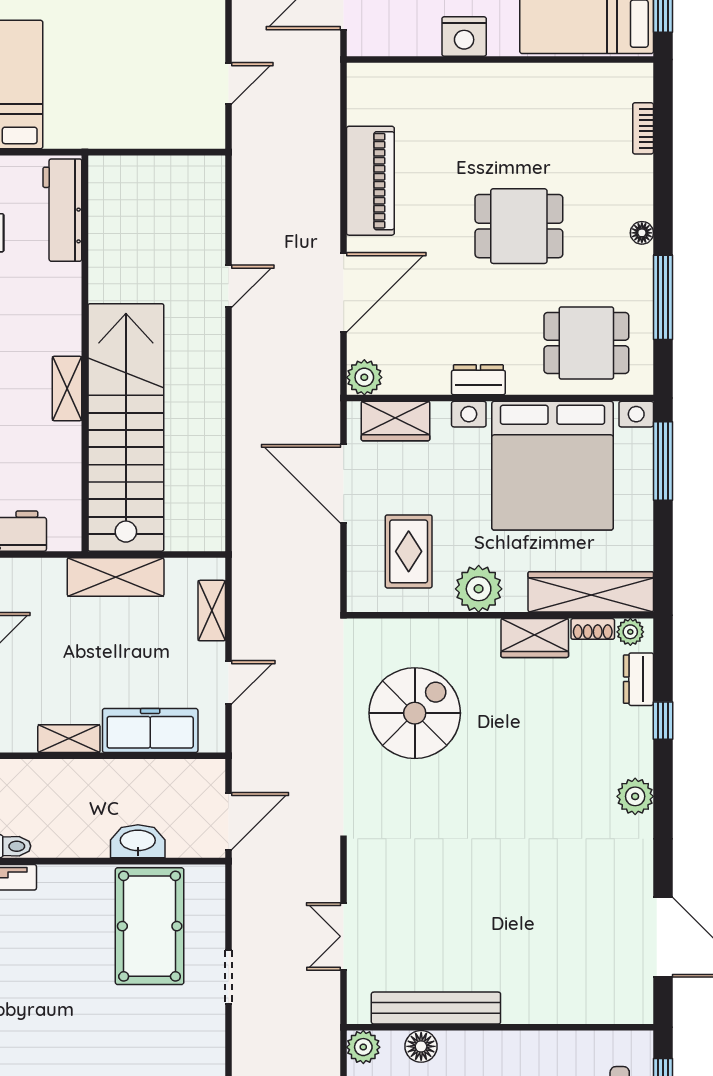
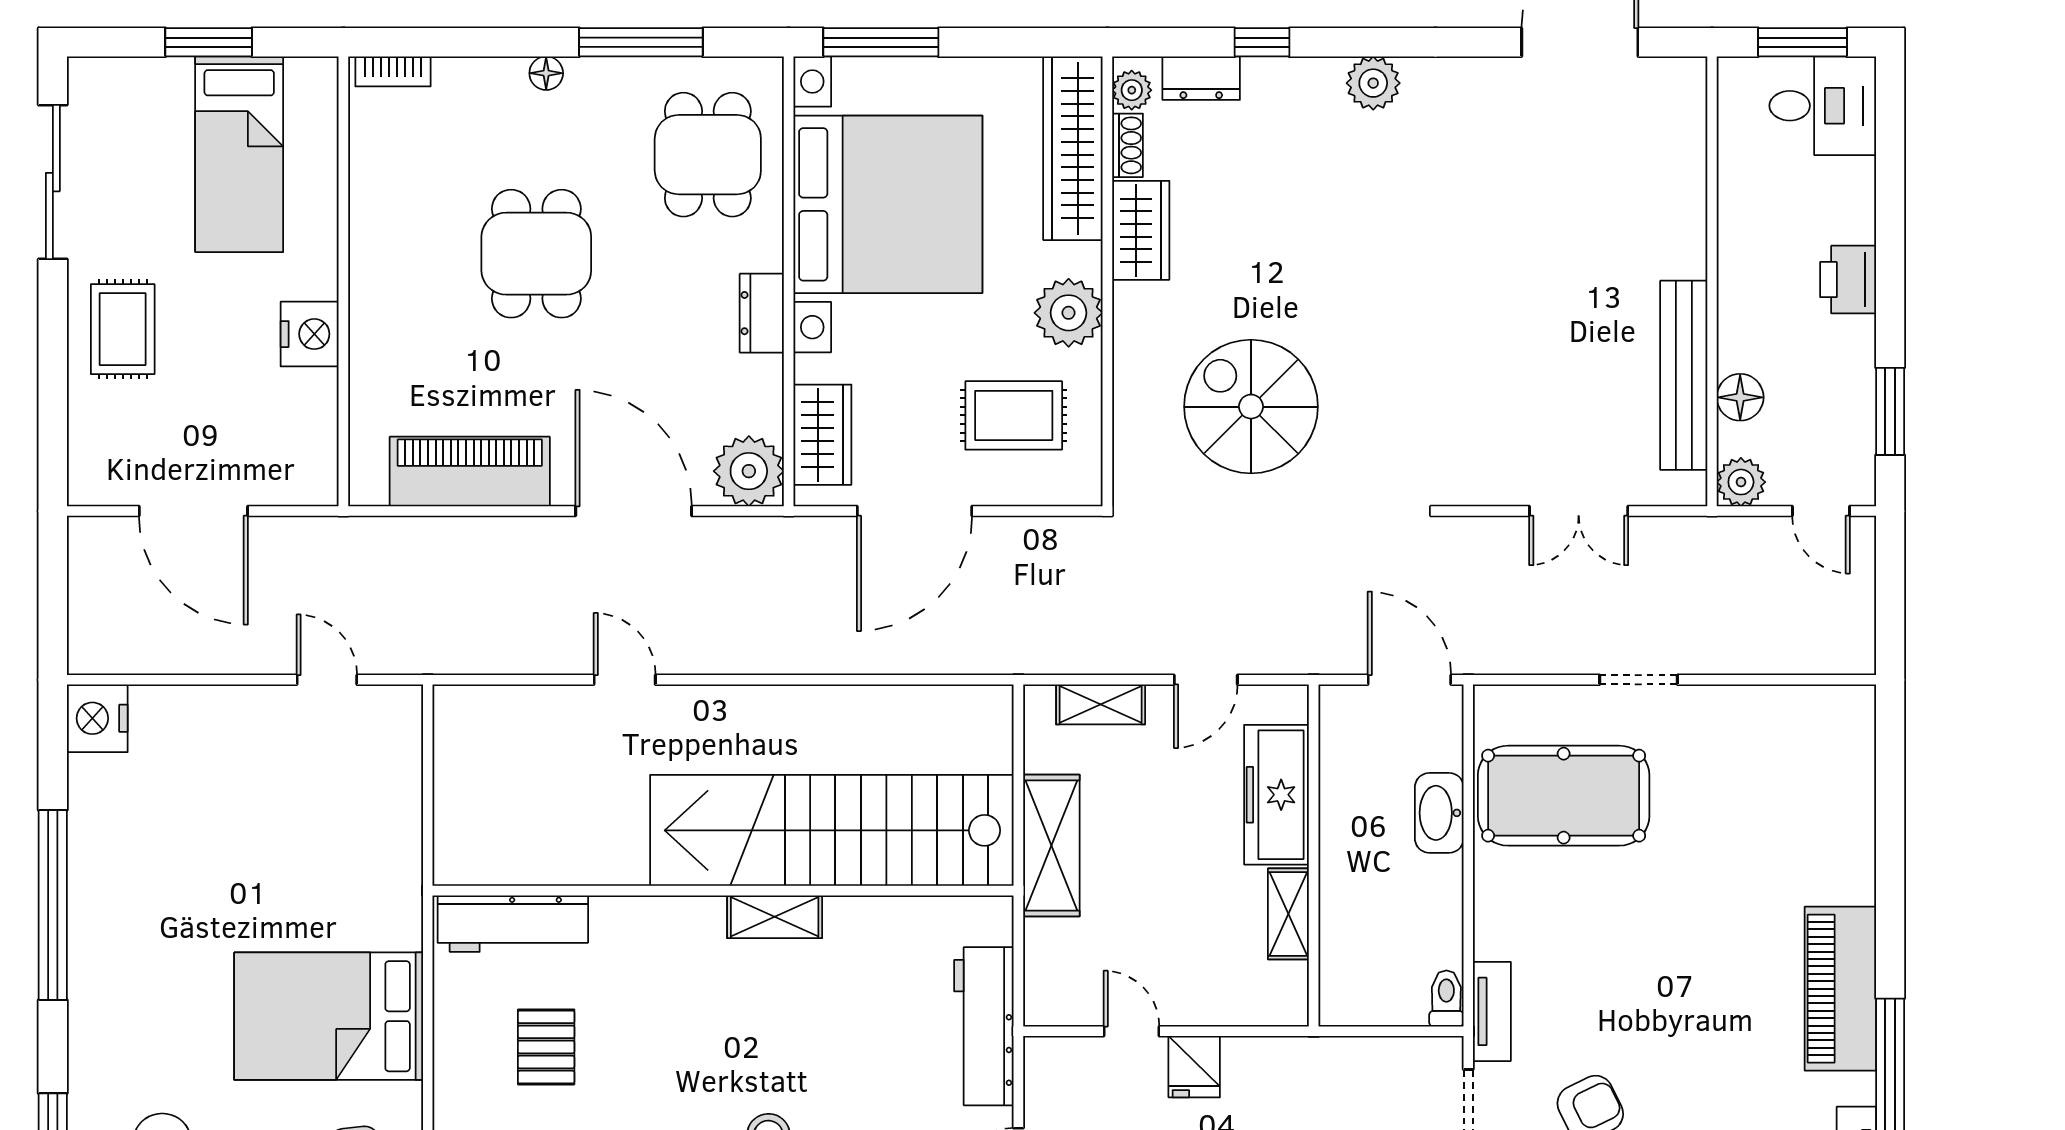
nightstand: (464, 36) -> (310, 334), moved
wall: (500, 59) -> (343, 281), moved
plant: (364, 377) -> (749, 471), width x1.36, depth x1.36
door: (229, 682) -> (1206, 680), swing flipped

